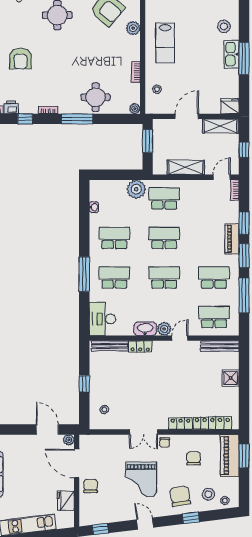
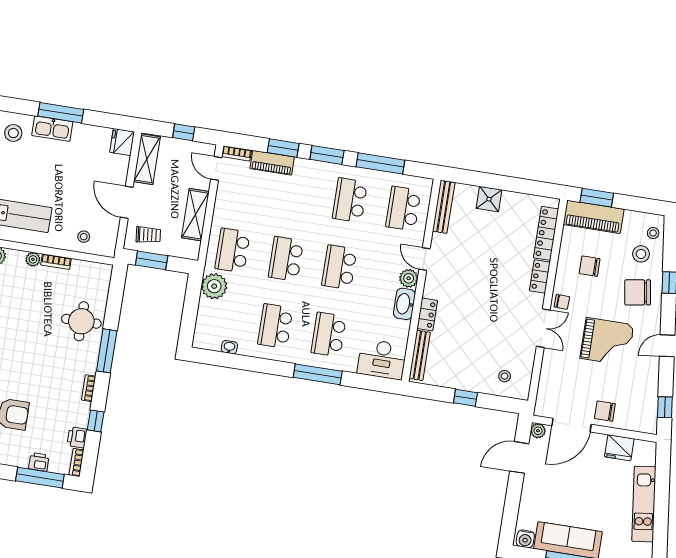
plant: (135, 109) -> (33, 259), moved
trolley: (166, 136) -> (148, 235), added
piano: (232, 239) -> (272, 163), moved

